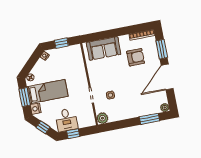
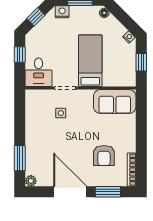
sofa: (104, 48) -> (115, 102), moved, turned -90
bed: (47, 92) -> (90, 61), moved, turned 180
plant: (102, 118) -> (33, 97), removed
desk: (66, 120) -> (39, 72), moved, turned -90

